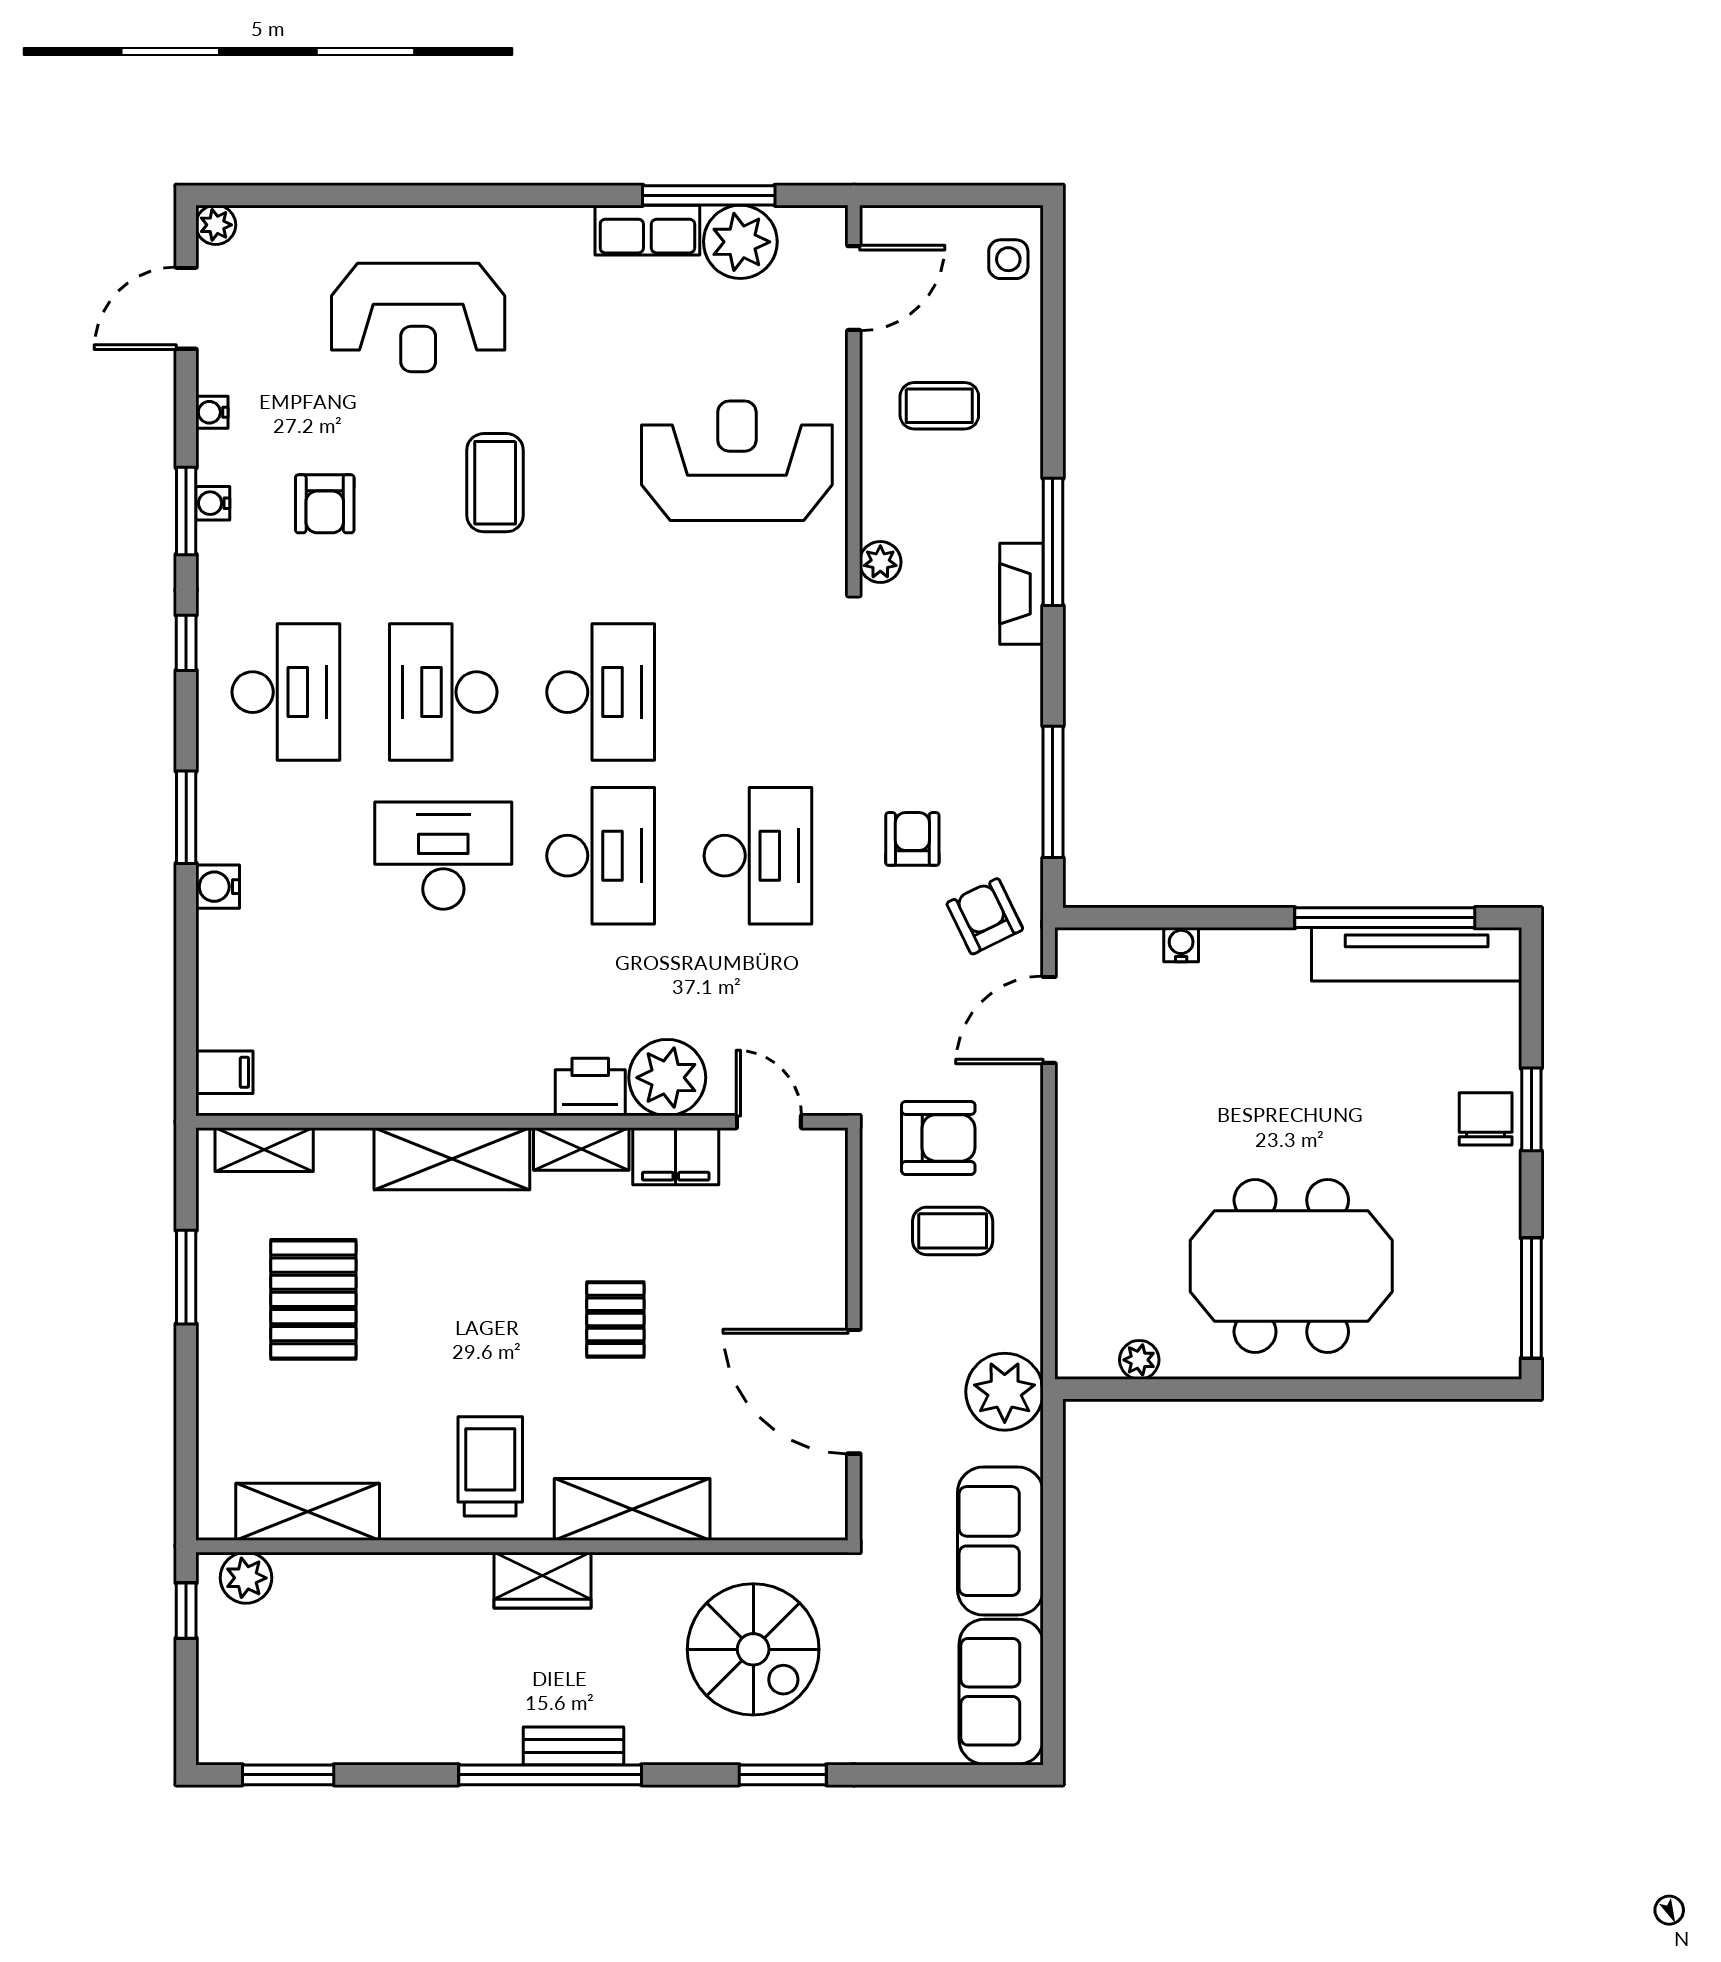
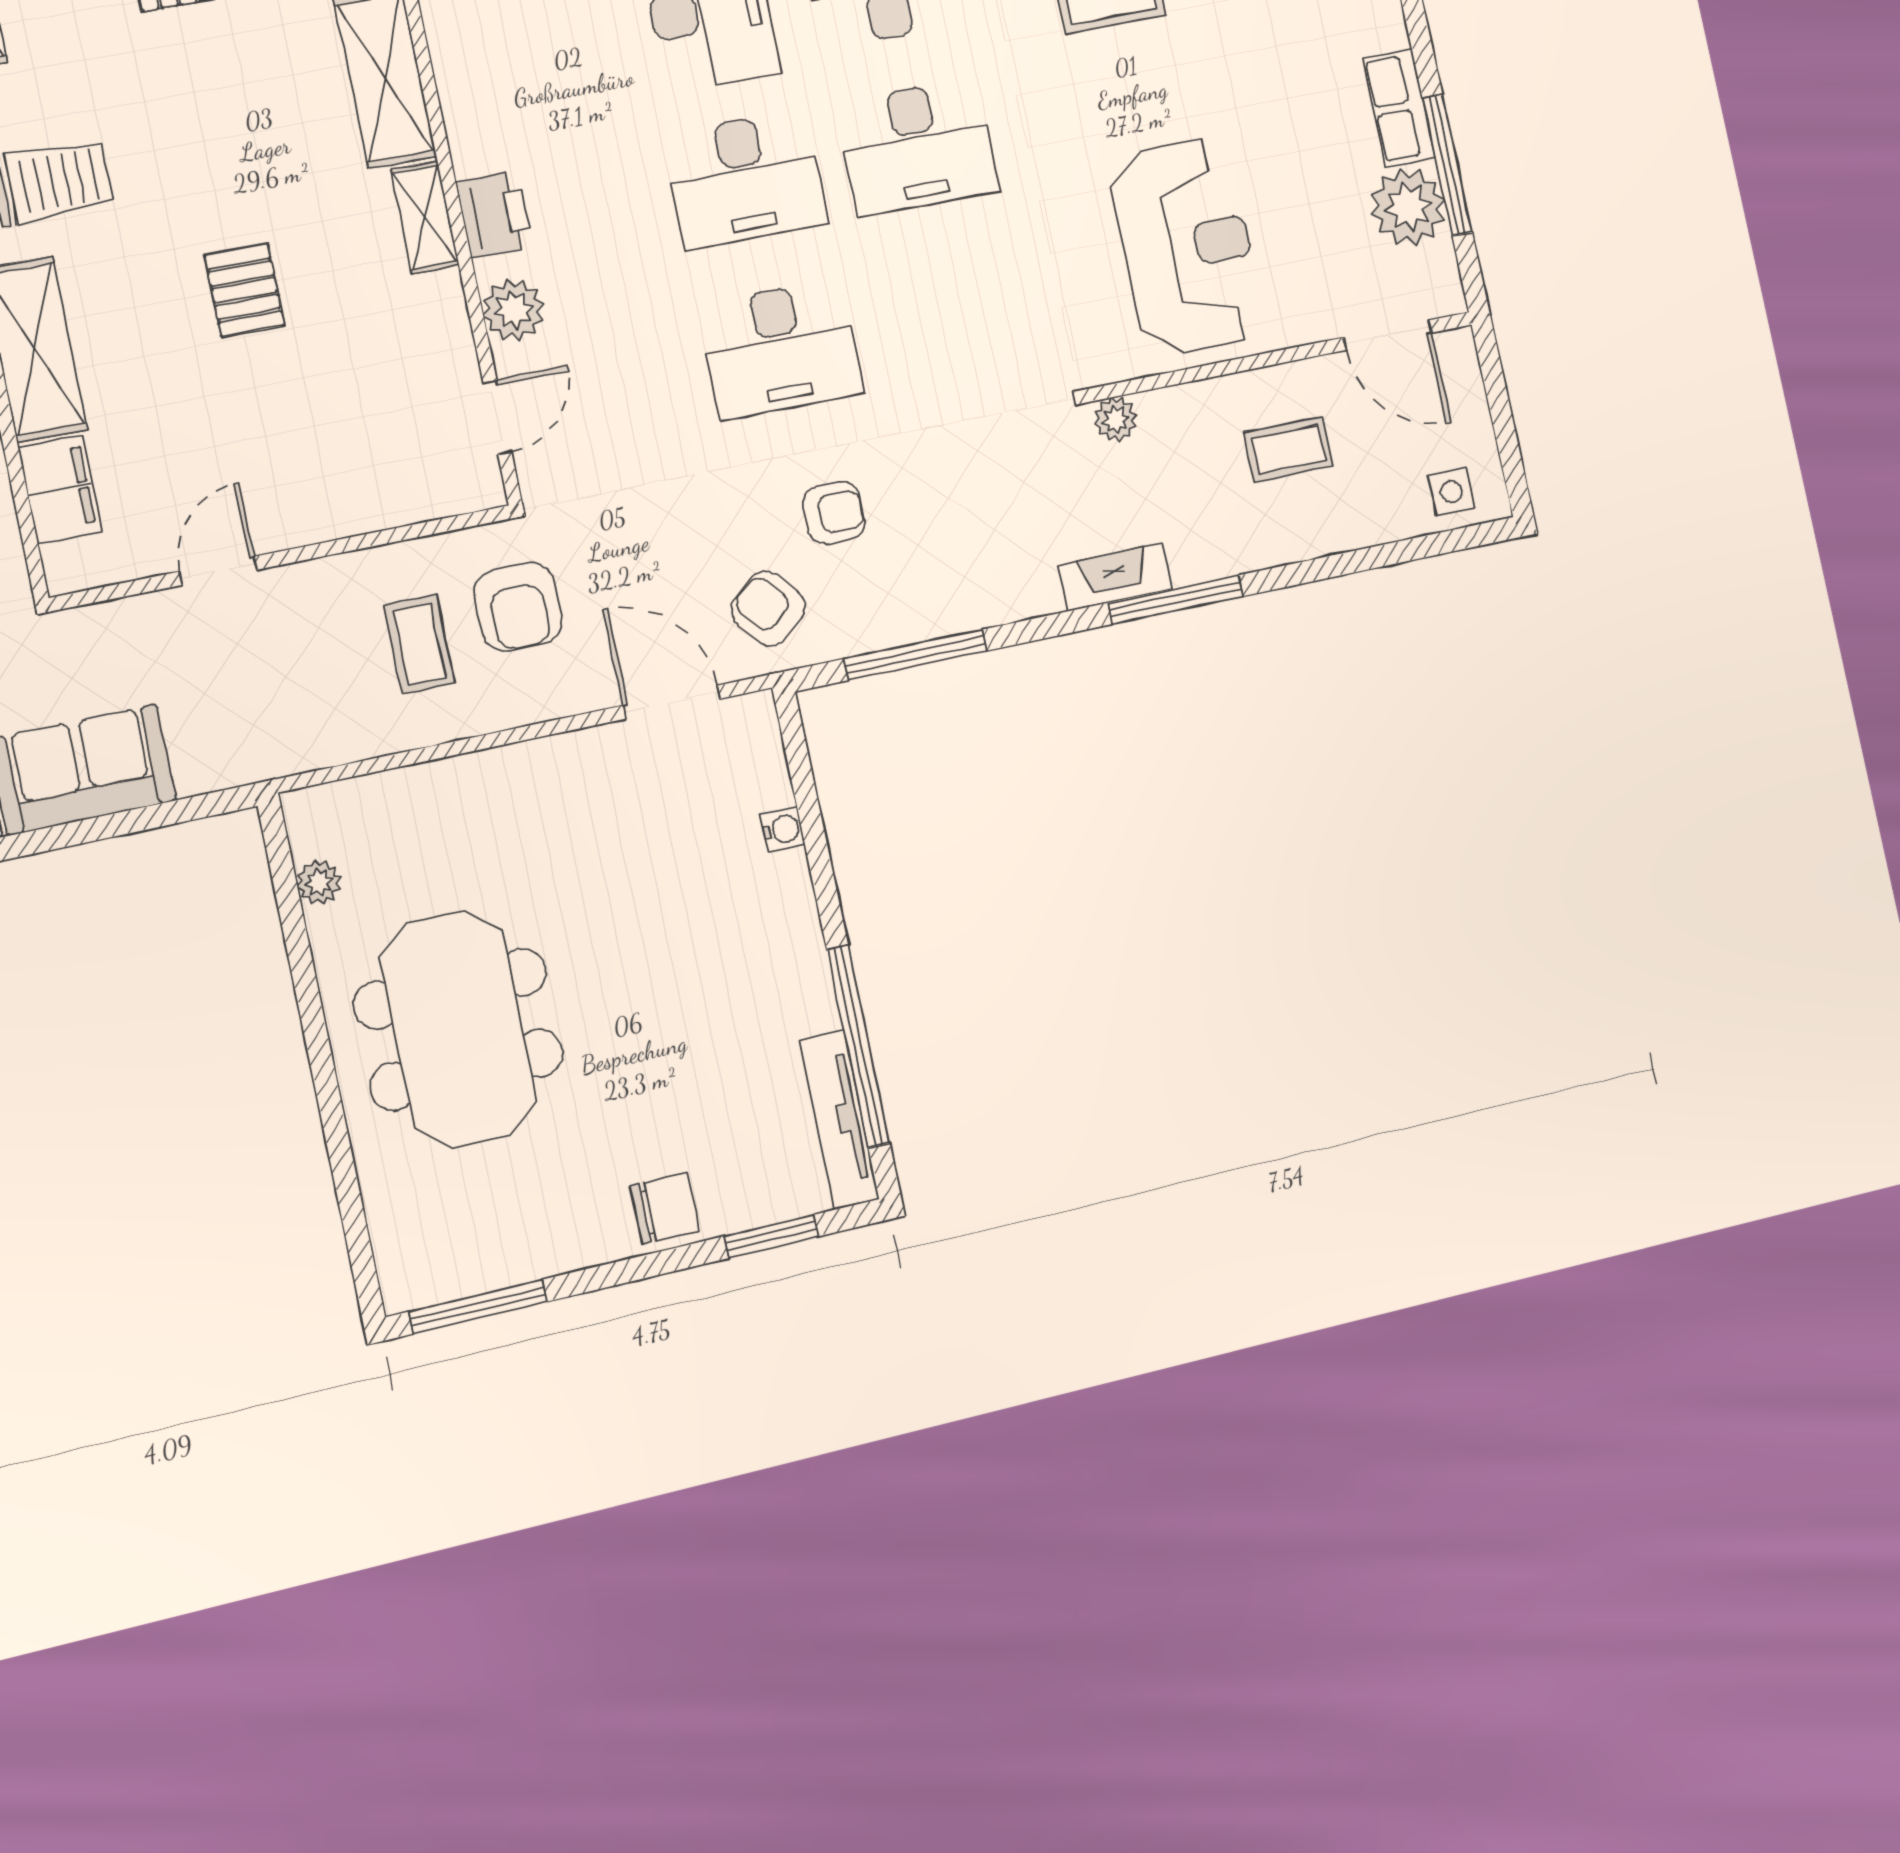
coffee table: (939, 406) -> (1288, 450), turned 90
armchair: (985, 916) -> (768, 608), turned -104
tv unit: (1417, 954) -> (839, 1120), width x0.73, depth x0.78
plant: (667, 1078) -> (513, 310), width x0.73, depth x0.73
window: (1531, 1109) -> (771, 1236), moved
filing cabinet: (676, 1156) -> (60, 489), moved, turned 180
pallet: (615, 1319) -> (245, 290), turned 90
door: (854, 1392) -> (218, 571), width x0.53
plant: (1005, 1392) -> (252, 739), removed

